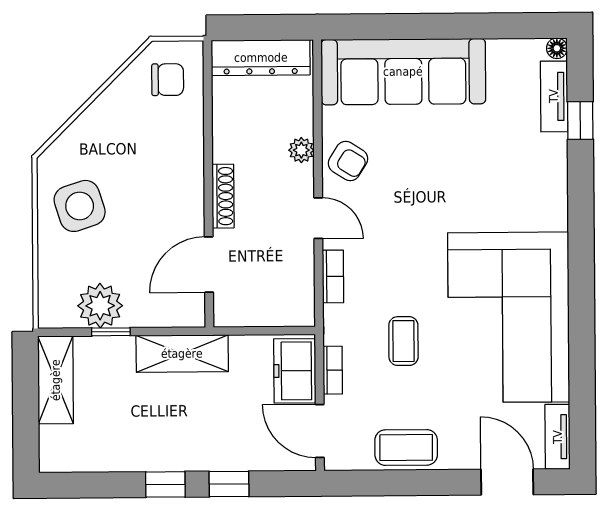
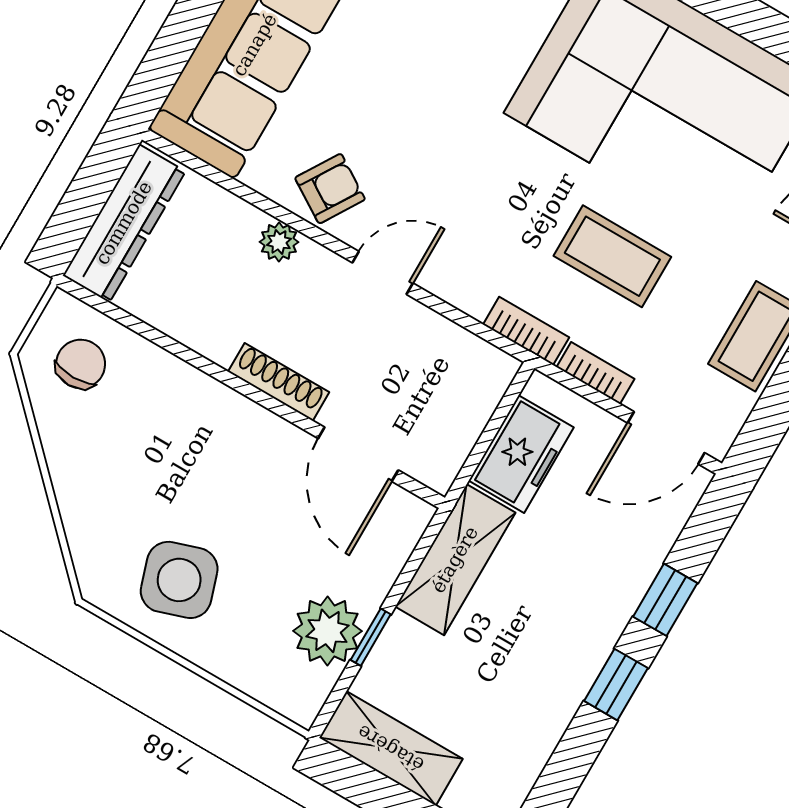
bookcase: (333, 276) -> (526, 331), moved
coffee table: (403, 341) -> (612, 256), width x1.36, depth x1.30
freezer: (295, 371) -> (521, 454), moved, turned -90

